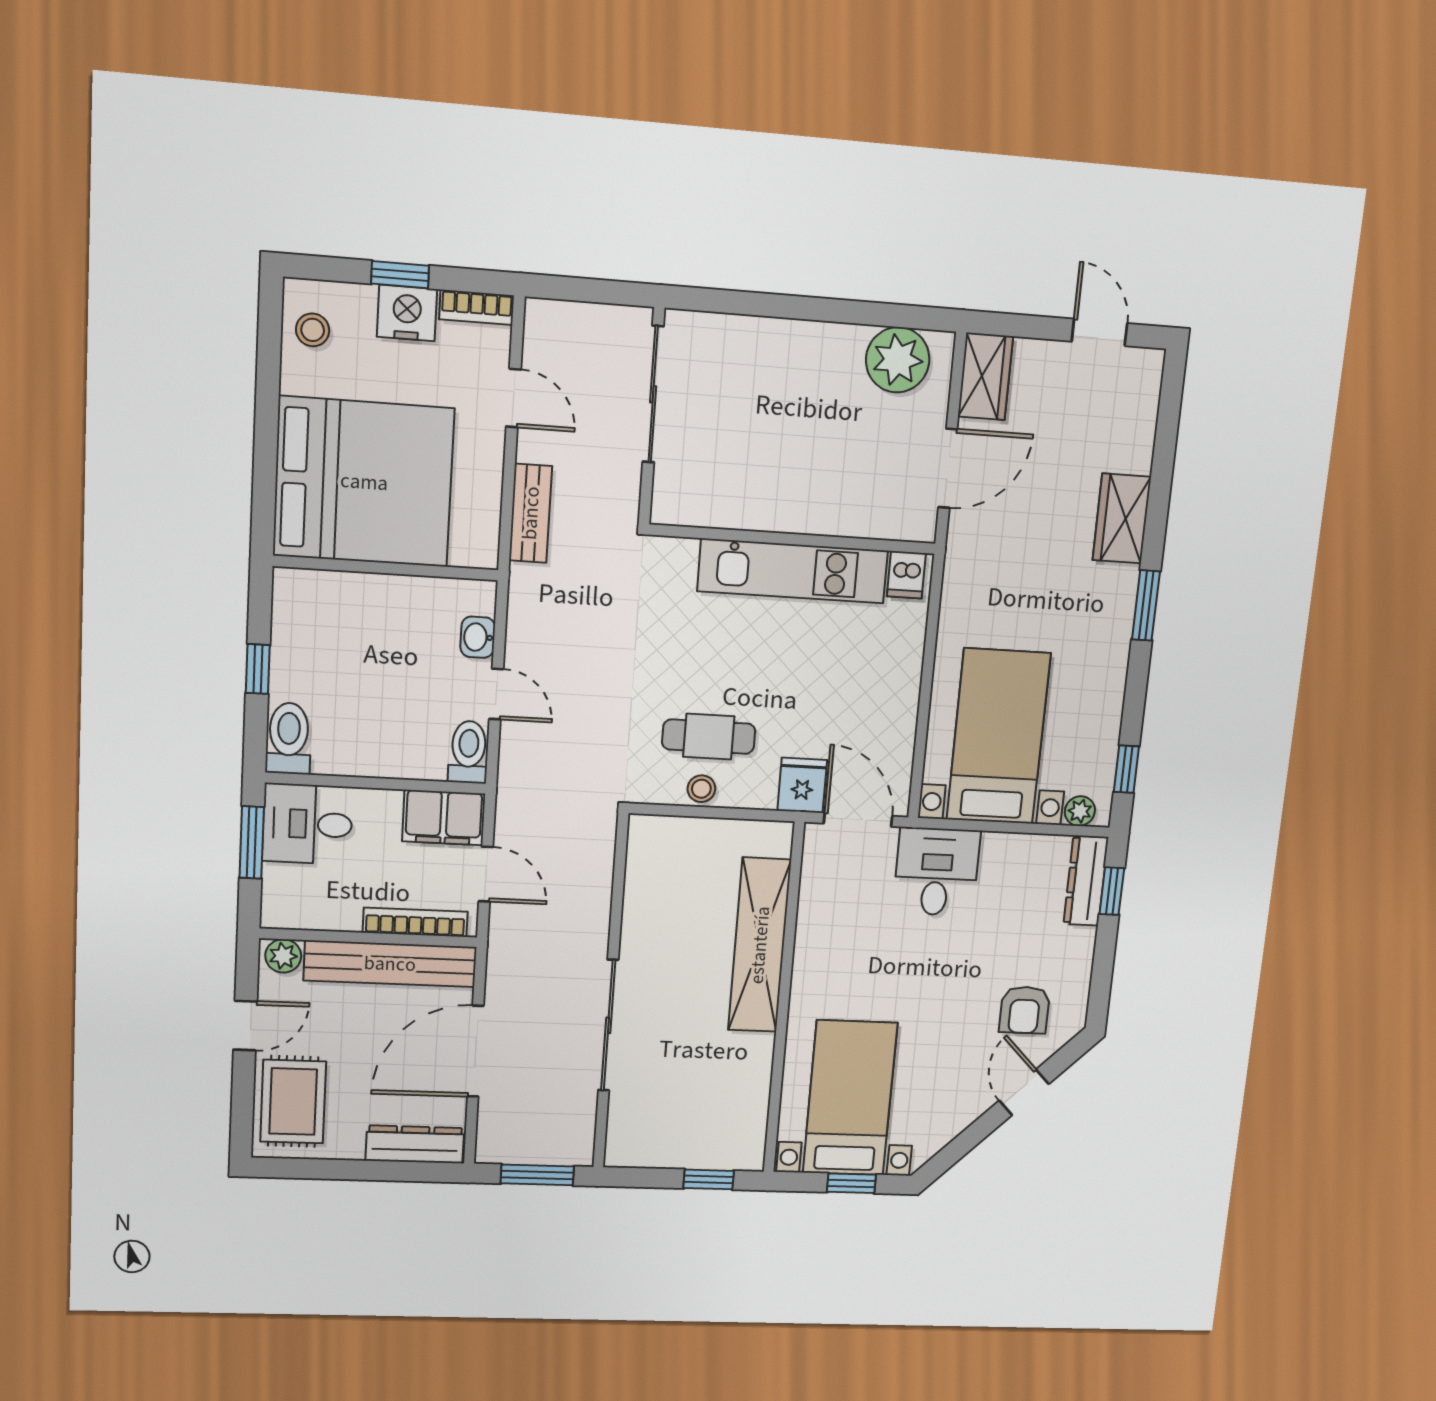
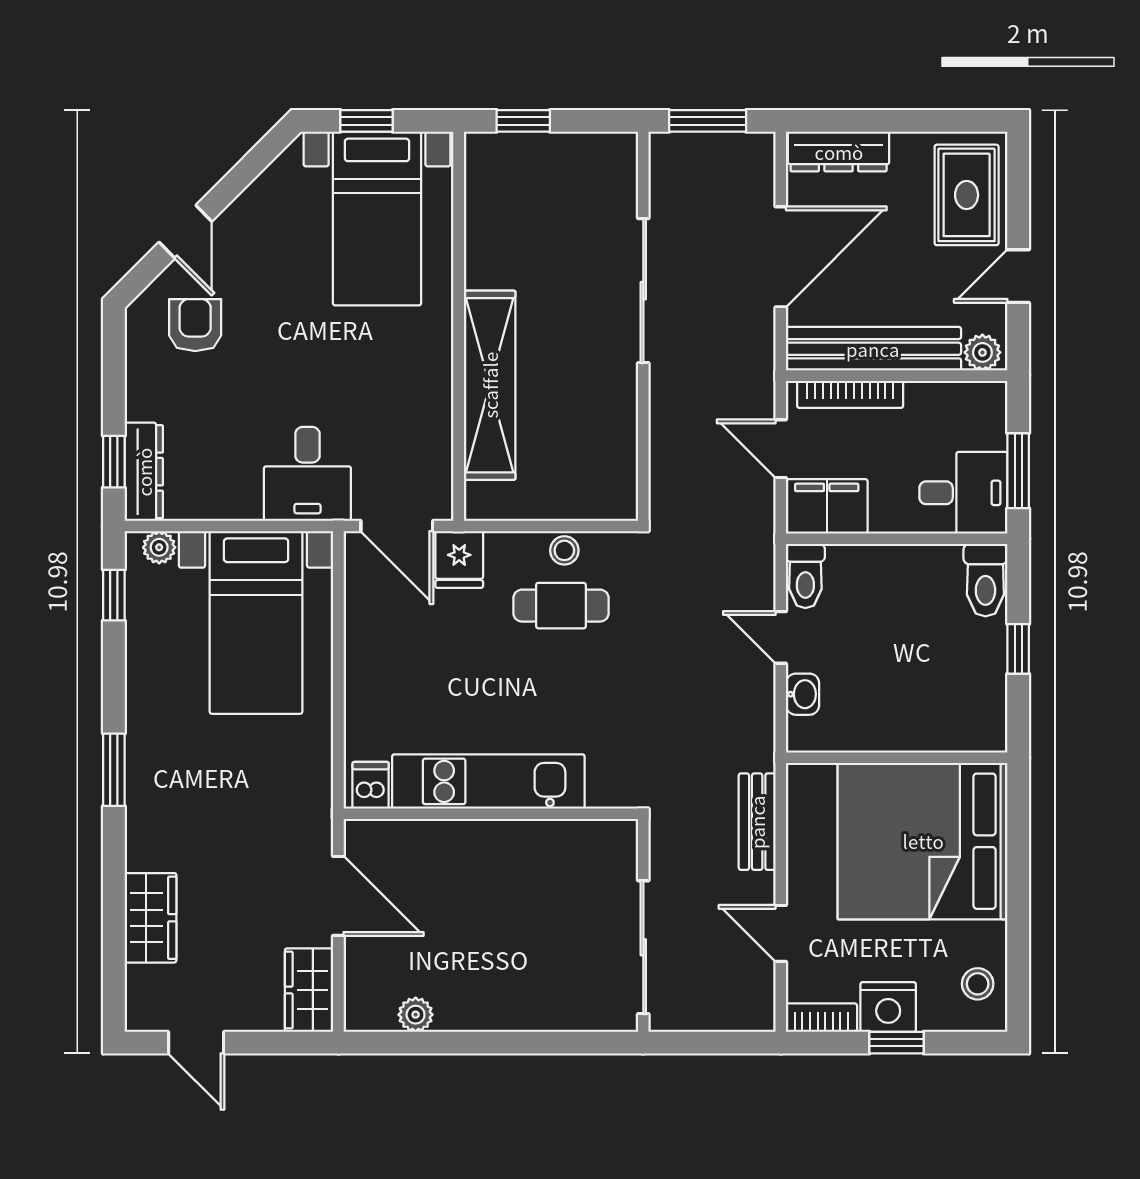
plant: (898, 360) -> (416, 1015), width x0.53, depth x0.53
door: (948, 468) -> (338, 896), swing flipped
wardrobe: (1122, 518) -> (150, 918), moved

